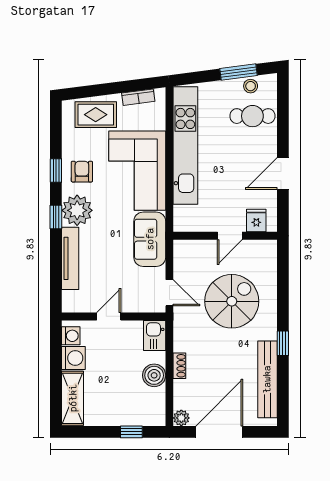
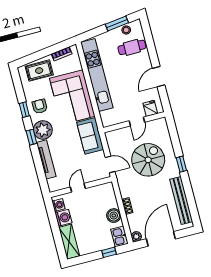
kitchen sink: (155, 335) -> (119, 236), moved
window: (283, 343) -> (181, 164), moved

